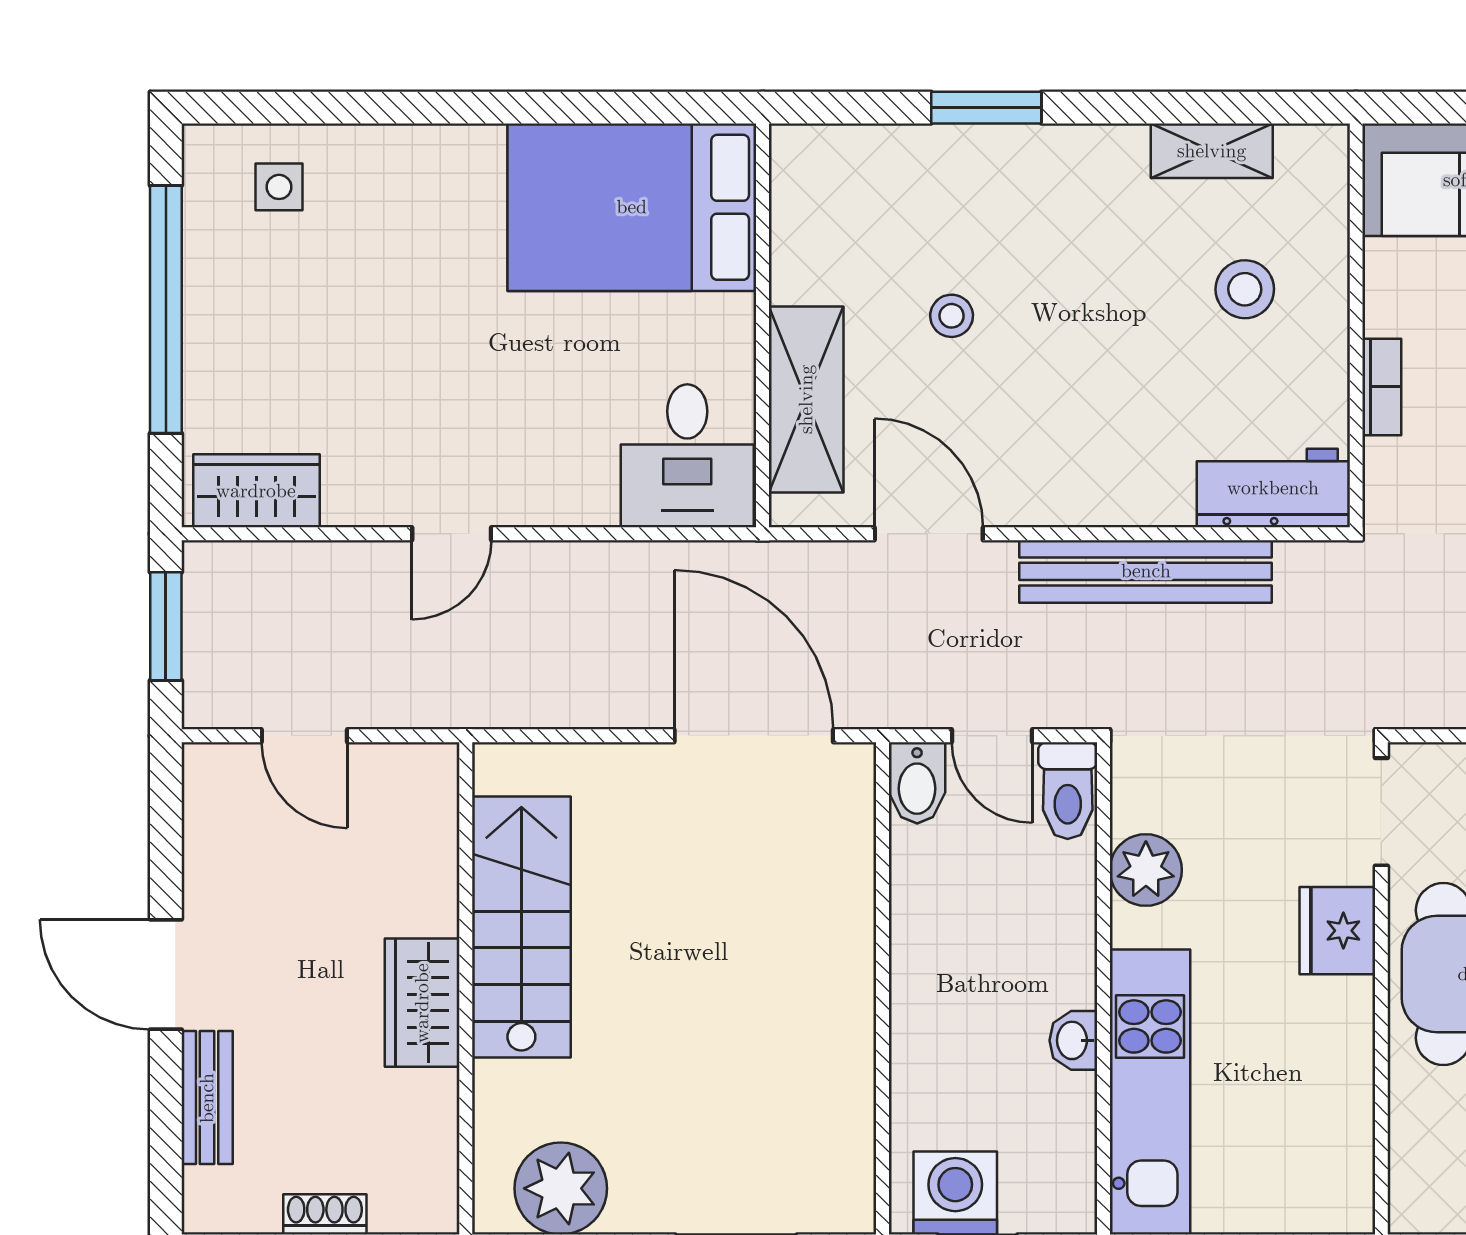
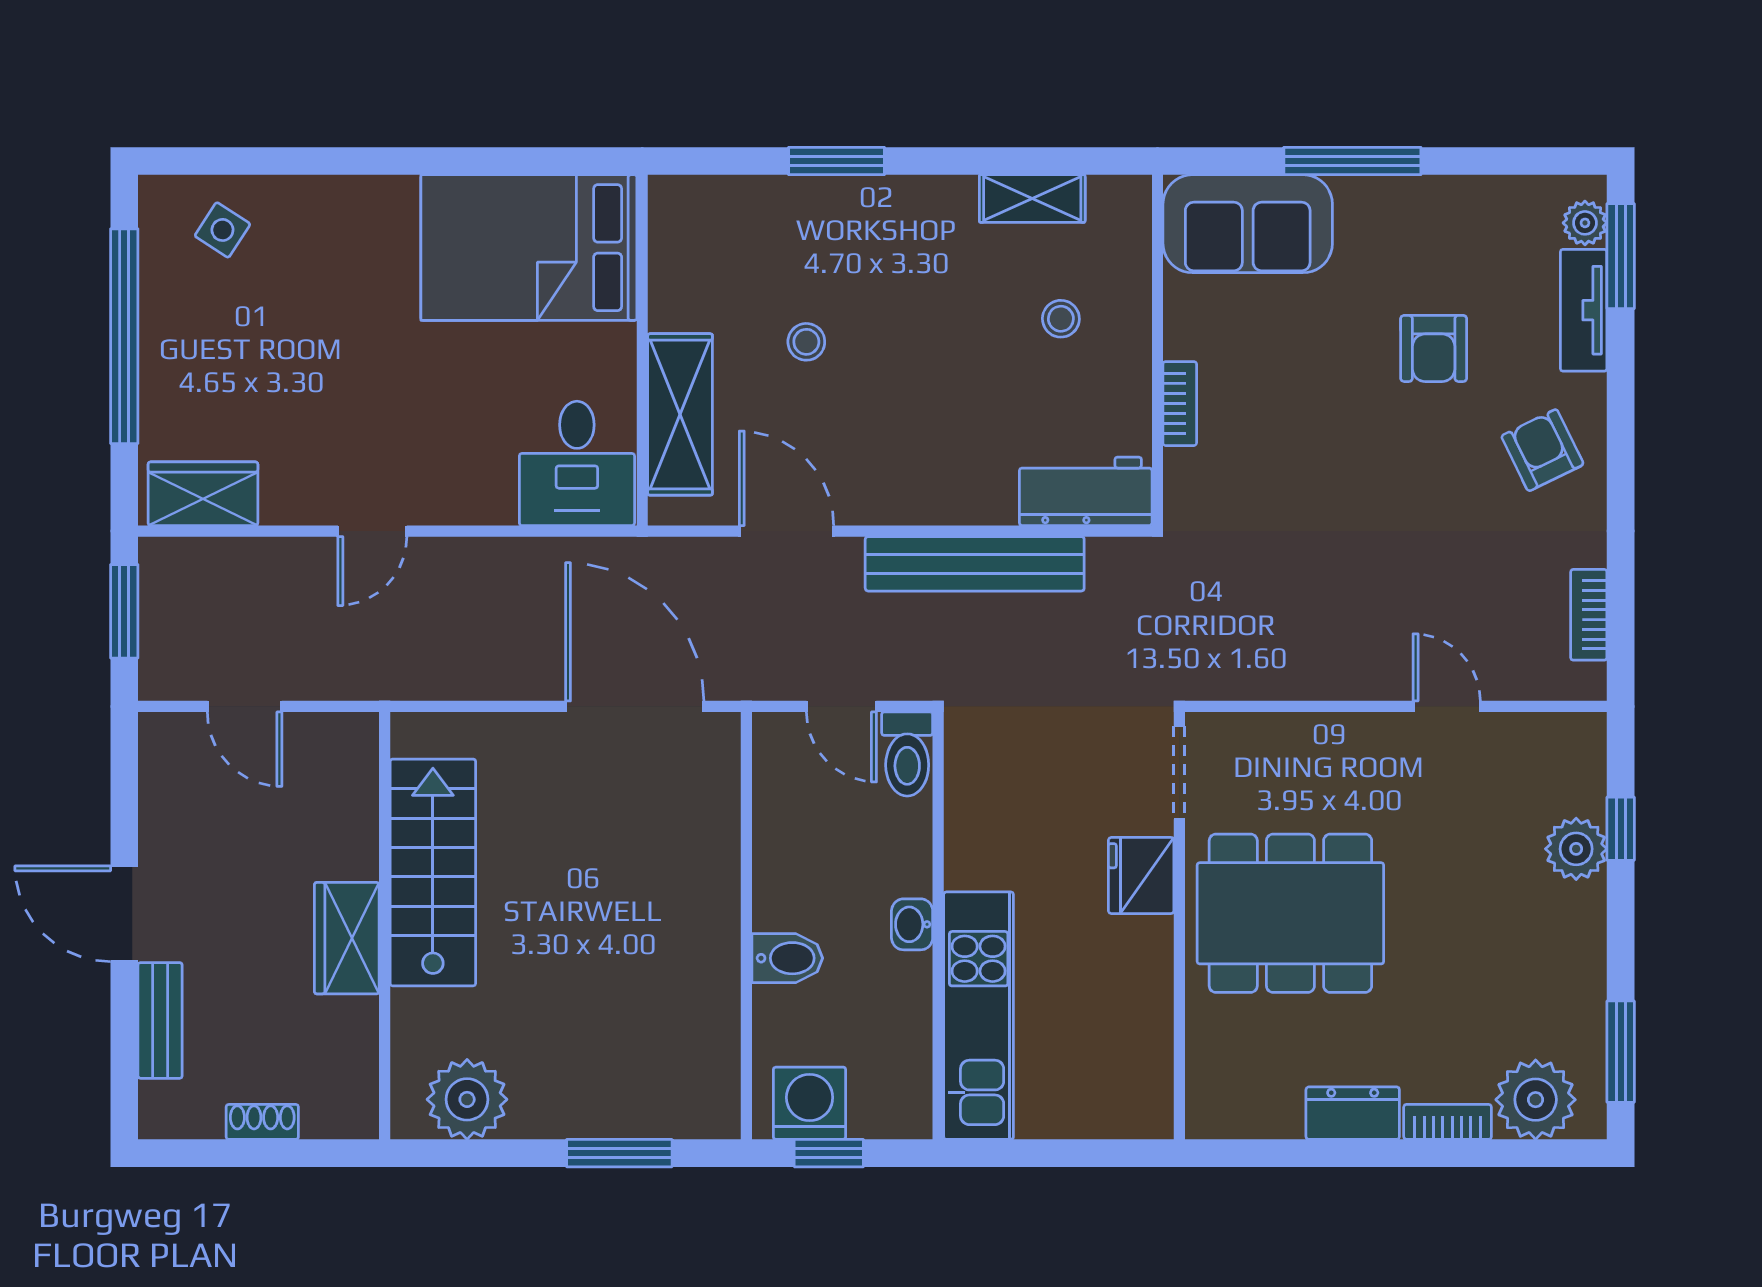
side table: (279, 187) -> (222, 230), turned 33
stool: (1245, 289) -> (1061, 319), width x0.73, depth x0.73
bidet: (917, 783) -> (787, 958), moved, turned -90
plant: (1146, 870) -> (975, 823), removed
washbasin: (1073, 1040) -> (912, 924), moved

